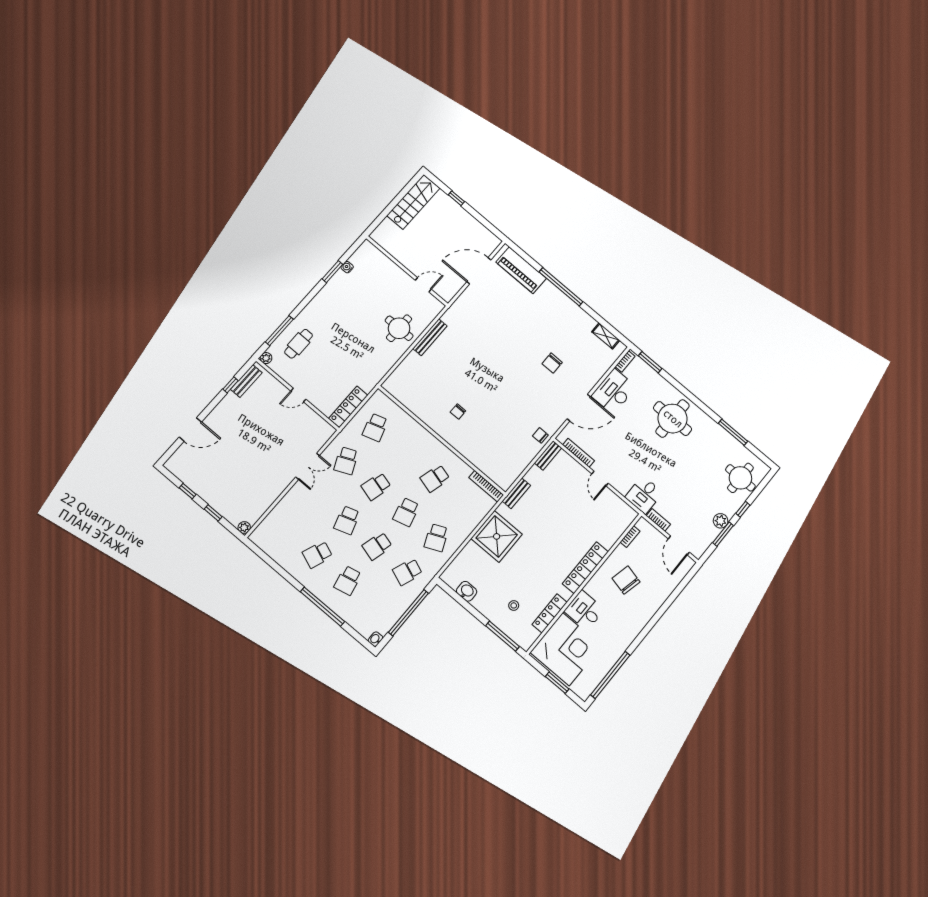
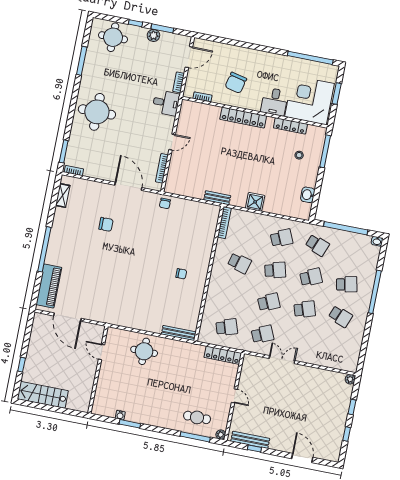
bench: (430, 337) -> (179, 333), moved
bench: (246, 381) -> (250, 440), width x1.36
desk: (614, 391) -> (101, 167), removed
bench: (548, 455) -> (177, 190), removed
school desk: (376, 486) -> (269, 302), turned -39
shower: (497, 536) -> (255, 202), width x0.54, depth x0.54
school desk: (377, 546) -> (311, 277), turned -39

